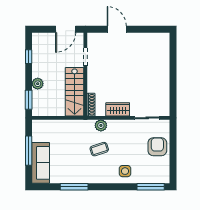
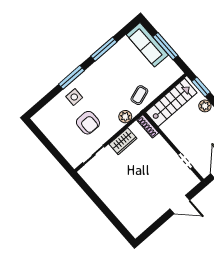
stairs: (75, 92) -> (171, 102), moved, turned 90
armchair: (157, 147) -> (88, 123), moved
coffee table: (99, 149) -> (139, 95), moved
window: (151, 187) -> (72, 77), moved

